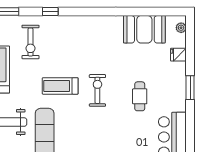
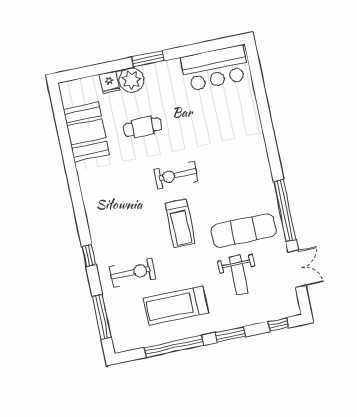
plant: (181, 28) -> (132, 80), moved, width x1.88, depth x1.88
cafe table: (140, 96) -> (143, 127), moved

